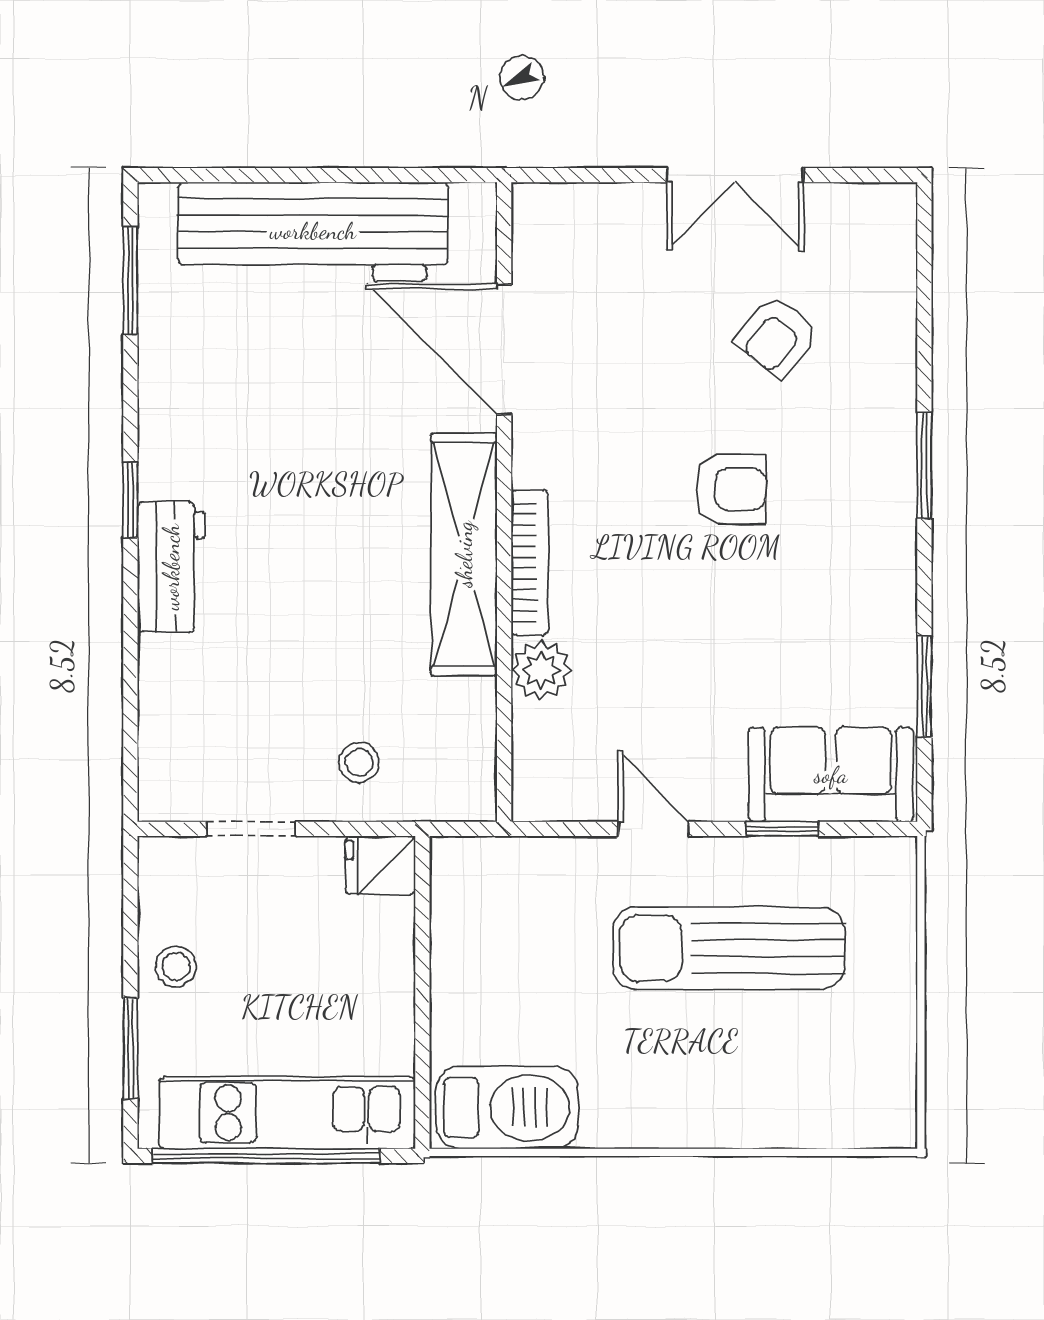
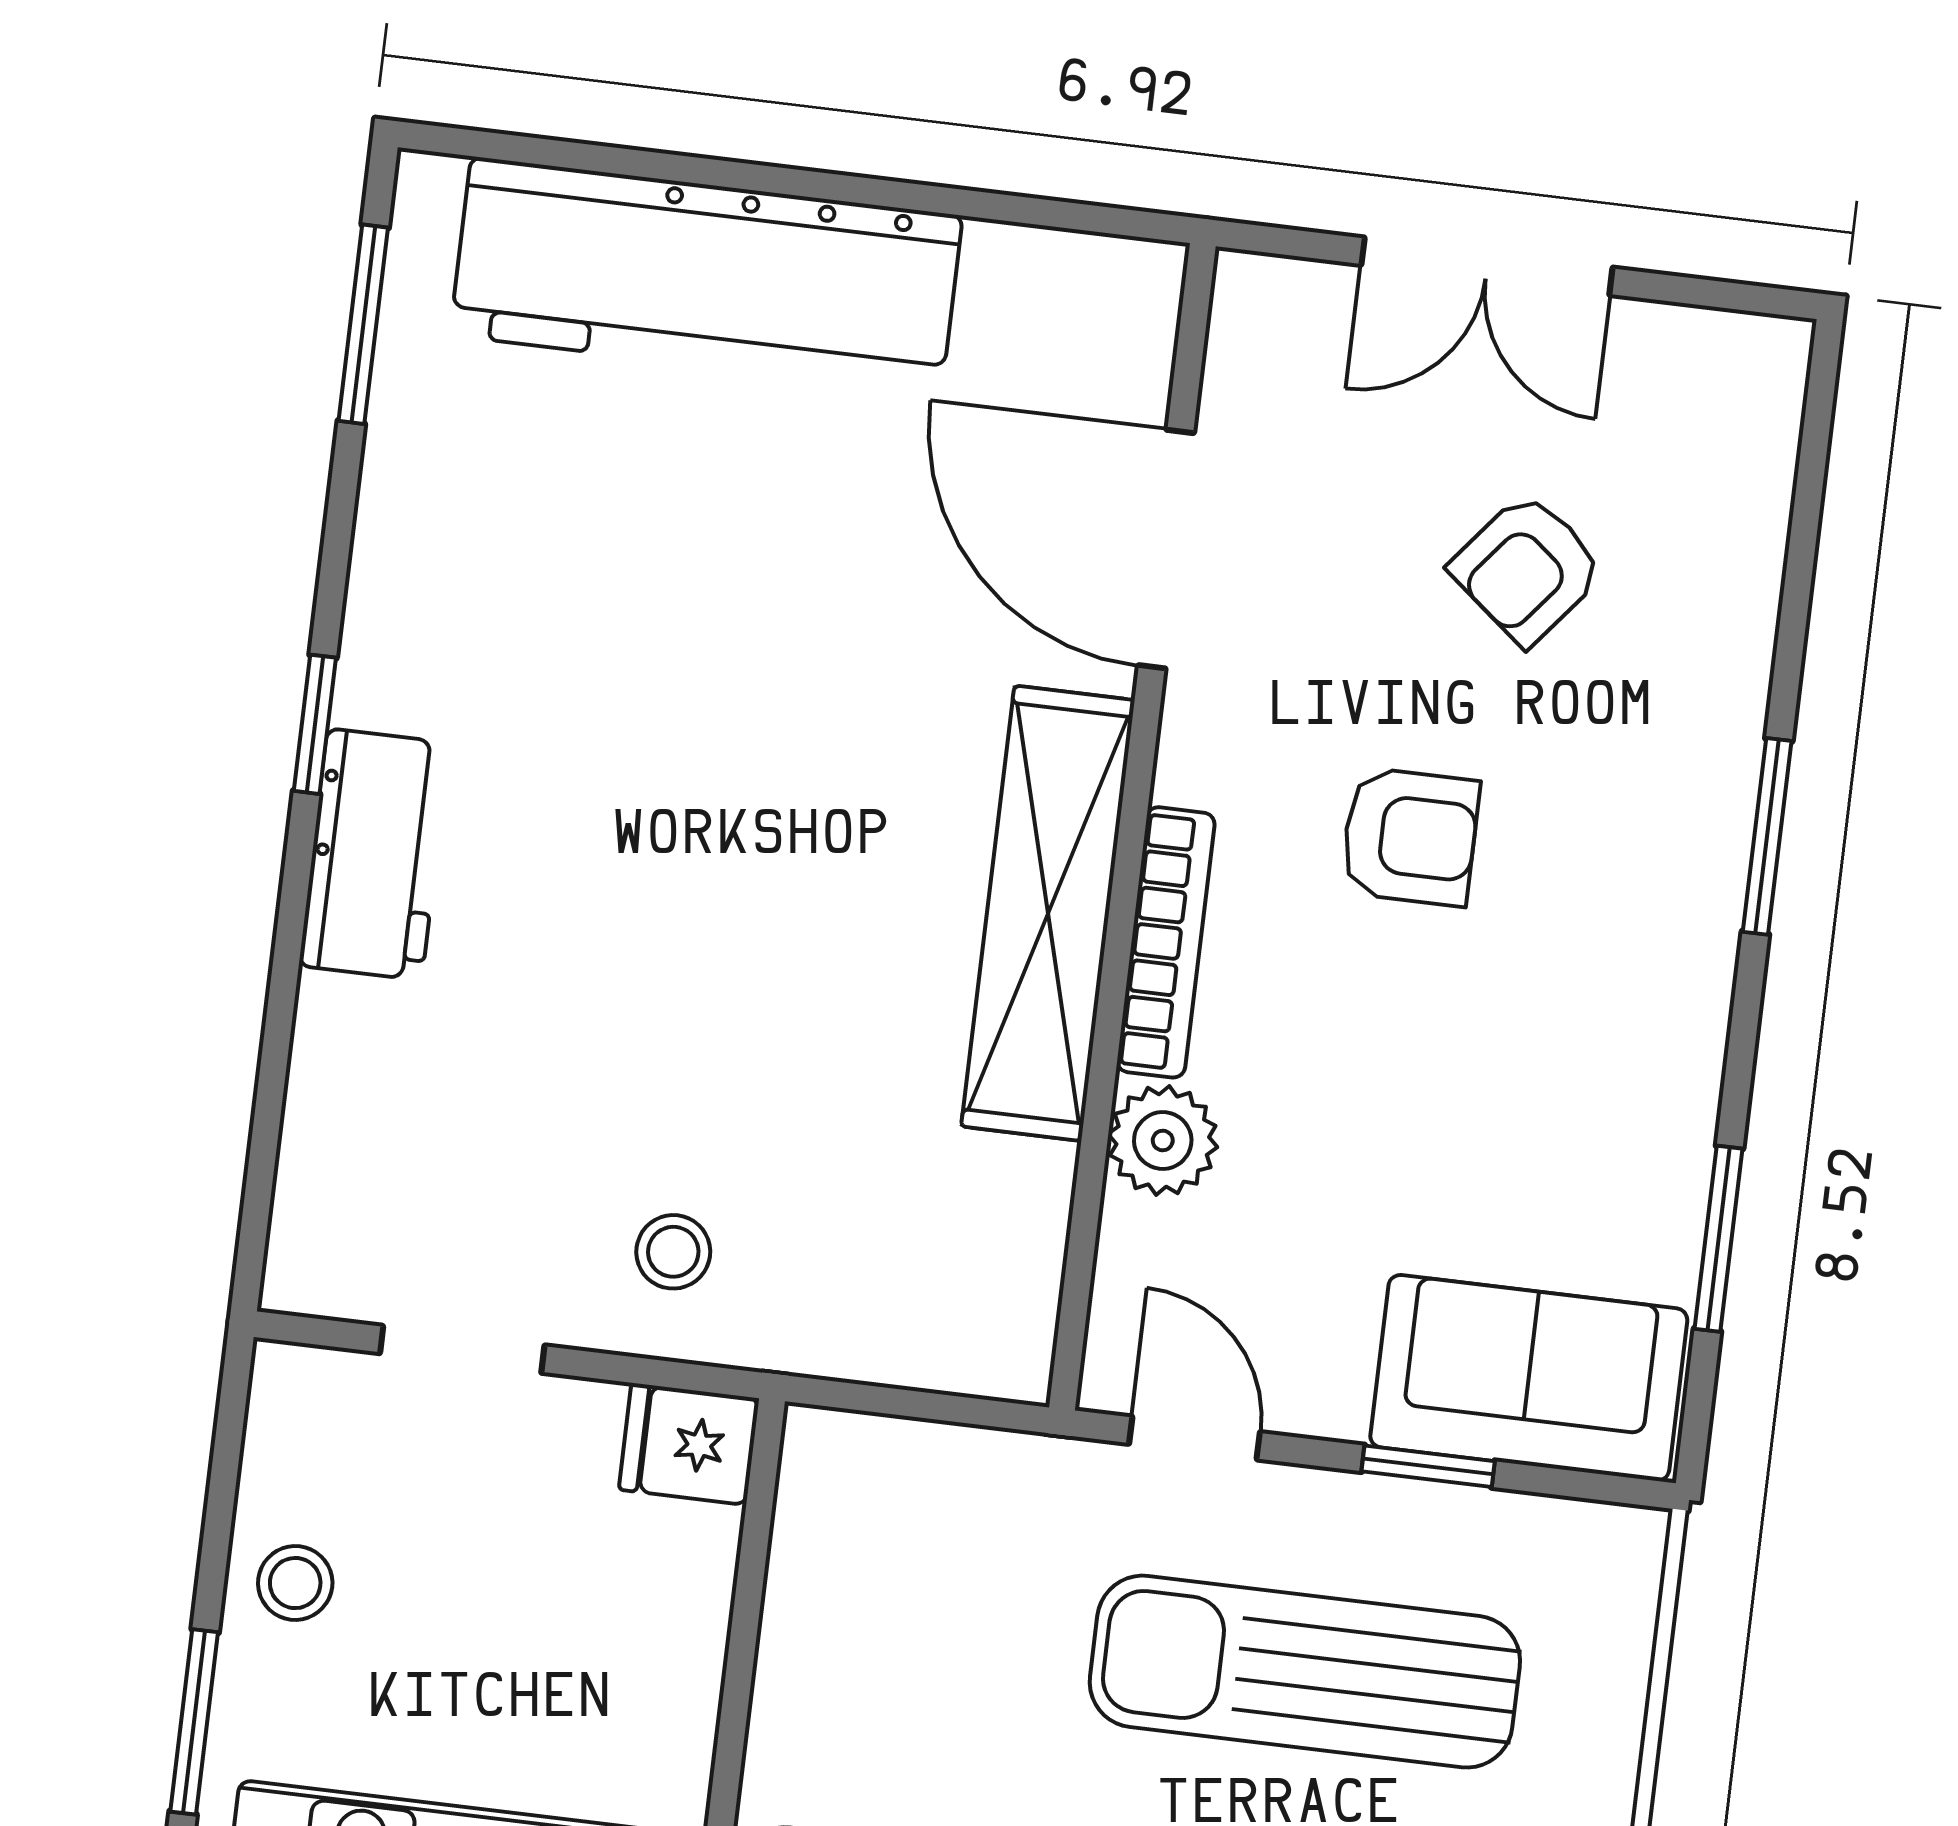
door: (504, 349) -> (1166, 549), moved
wall: (504, 502) -> (1132, 827), moved
shelving: (464, 554) -> (1048, 913), moved
bookcase: (530, 562) -> (1166, 942), moved
plant: (541, 670) -> (1163, 1141), moved

